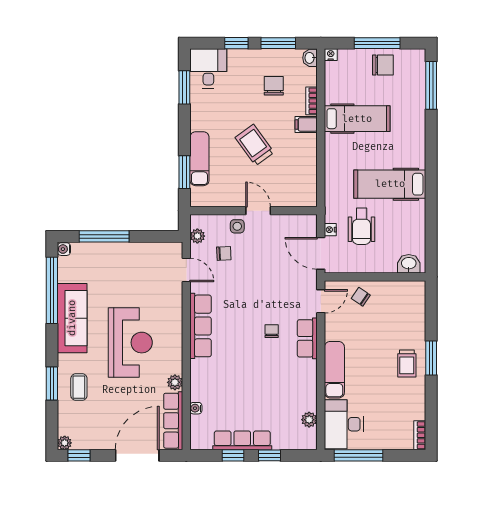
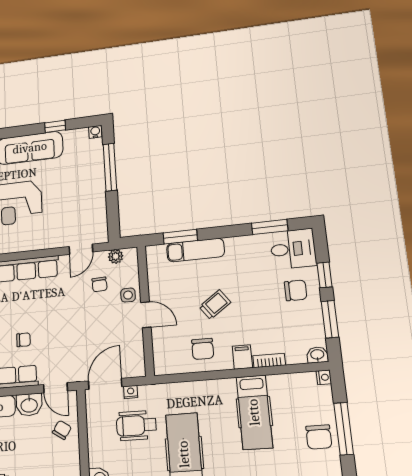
chair: (274, 86) -> (296, 290), moved
trolley: (255, 145) -> (215, 305), width x0.73, depth x0.72
chair: (296, 160) -> (203, 349), added
door: (258, 211) -> (146, 315), hinge flipped
window: (52, 290) -> (55, 126), width x0.32
washbasin: (335, 327) -> (29, 405), added

